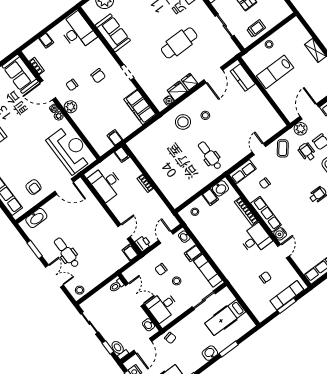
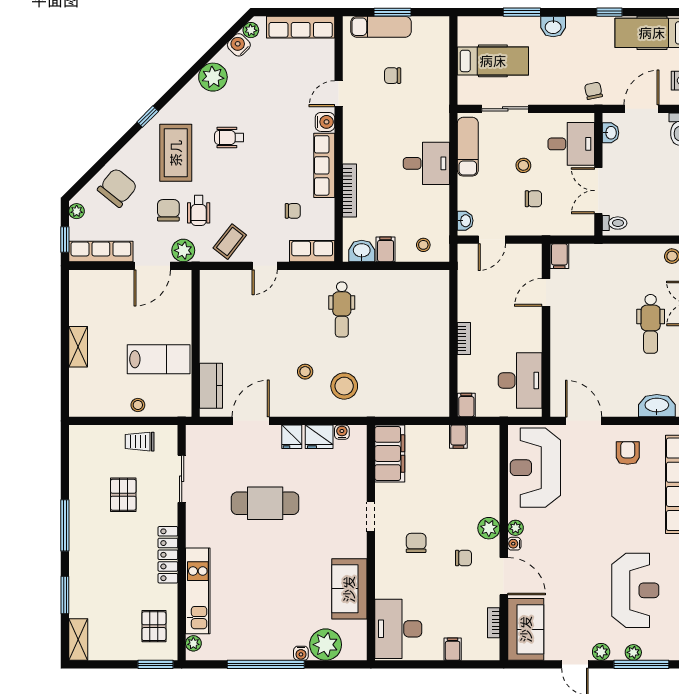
desk: (256, 239) -> (426, 163), moved, turned 180
printer: (143, 243) -> (532, 255), removed
filing cabinet: (193, 253) -> (470, 188), removed

